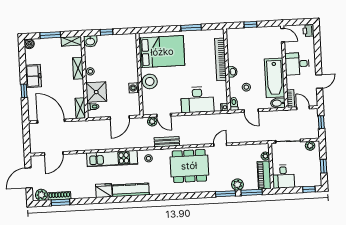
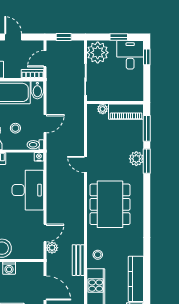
bench: (167, 142) -> (78, 260), moved
plant: (310, 146) -> (98, 53), width x1.88, depth x1.88
desk: (283, 176) -> (130, 55), moved, turned -90
plant: (237, 185) -> (136, 159), moved

